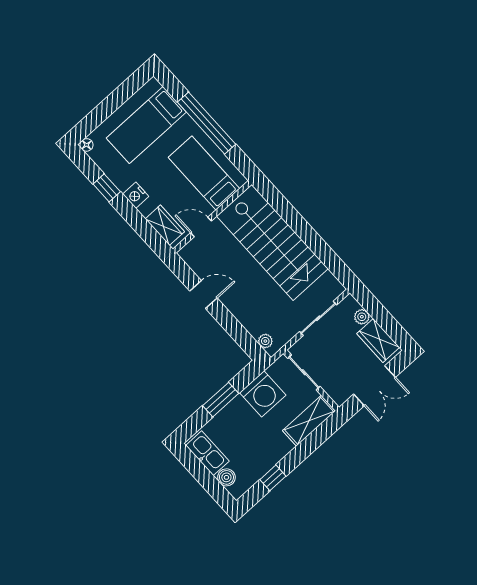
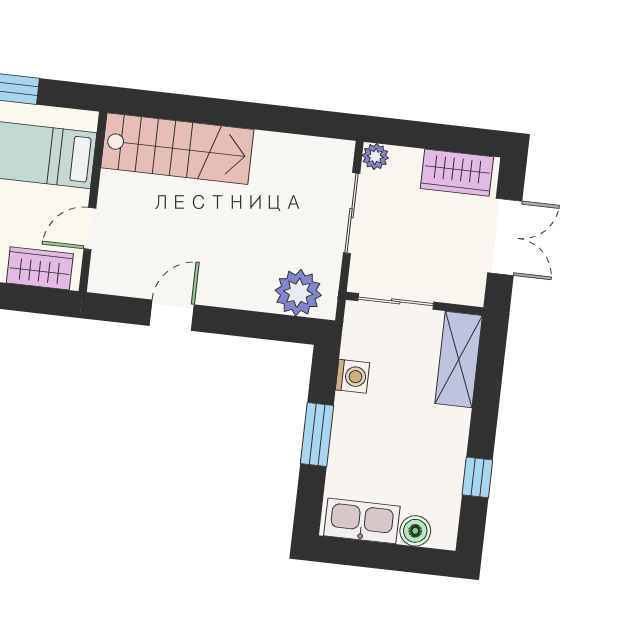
stairs: (272, 242) -> (177, 149), width x0.73, depth x0.66
plant: (362, 317) -> (375, 157), moved
plant: (265, 341) -> (298, 293), width x1.88, depth x1.88
washing machine: (263, 394) -> (352, 376), width x0.53, depth x0.53

